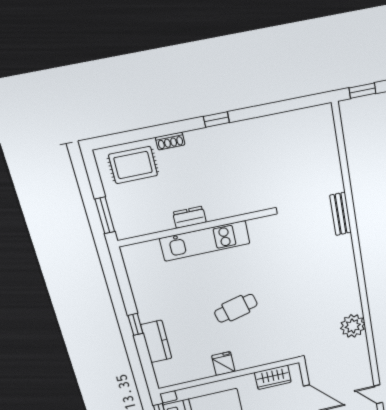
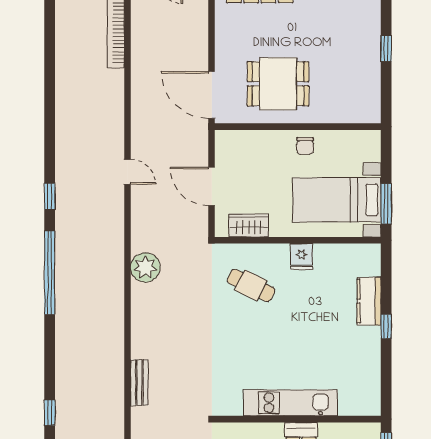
bench: (341, 214) -> (139, 383), moved
cafe table: (236, 308) -> (251, 285), moved, turned 40

